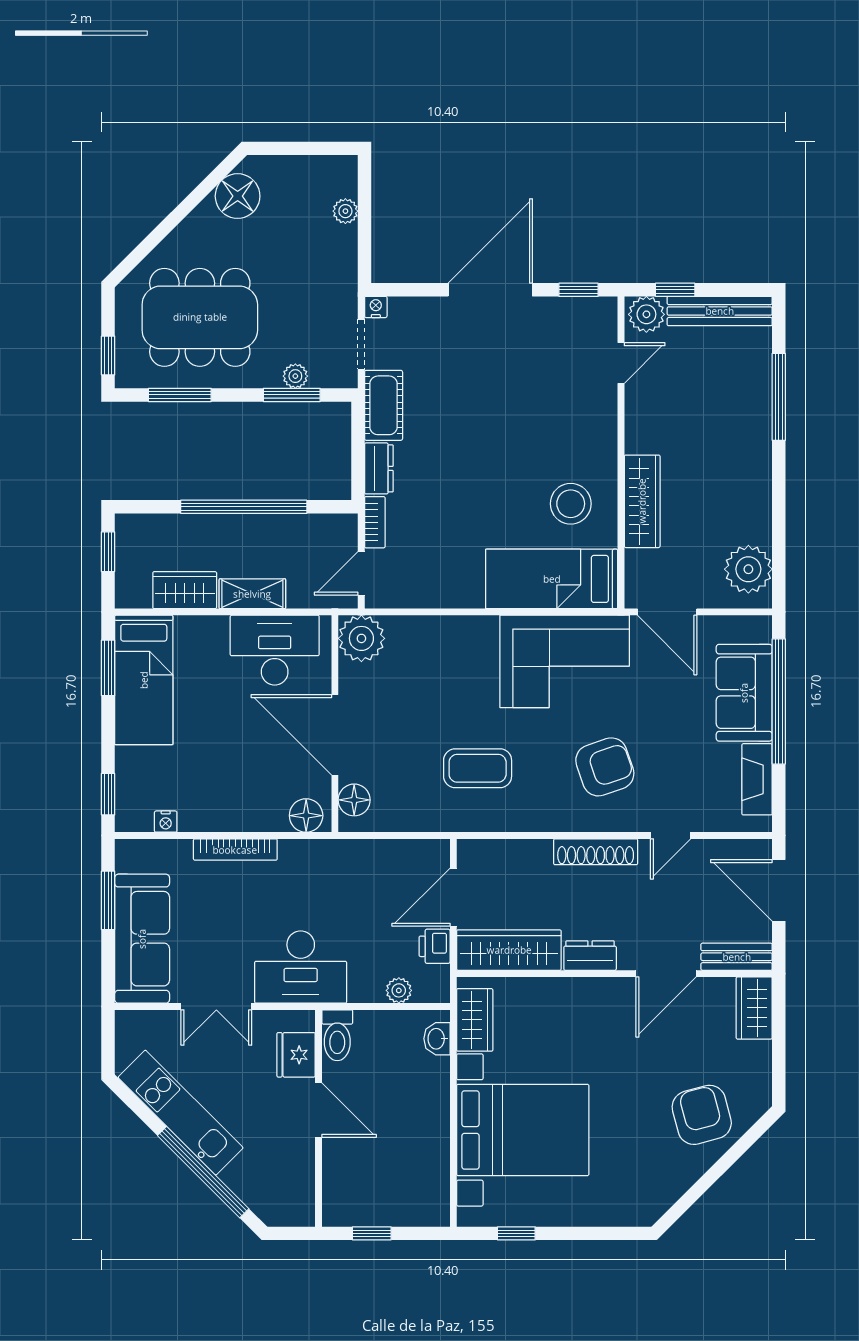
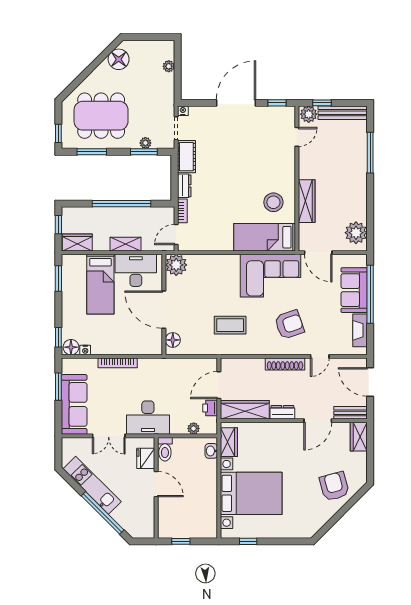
wardrobe: (185, 590) -> (77, 242), moved
bed: (144, 680) -> (100, 284), moved
floor lamp: (306, 816) -> (71, 347), moved

